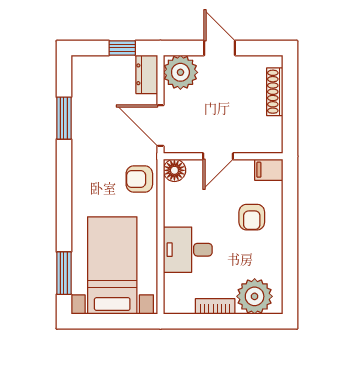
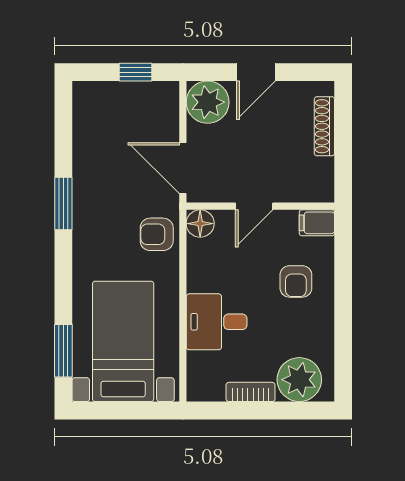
door: (220, 48) -> (256, 72), swing flipped
dresser: (147, 74) -> (166, 105), removed
window: (64, 118) -> (63, 203), moved

